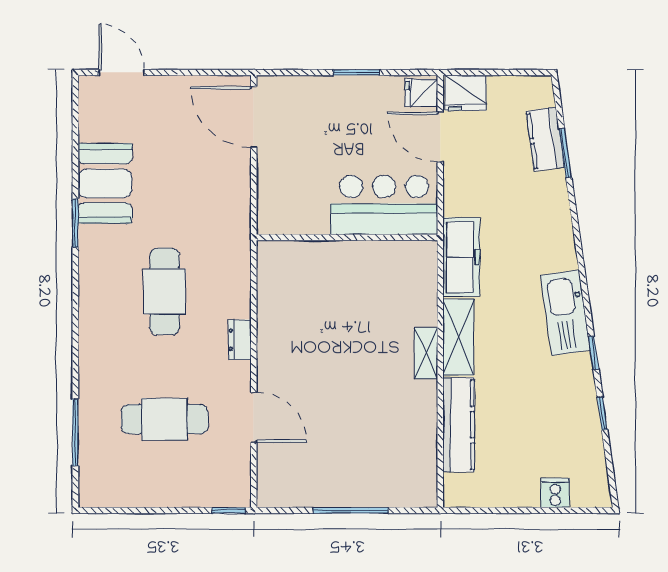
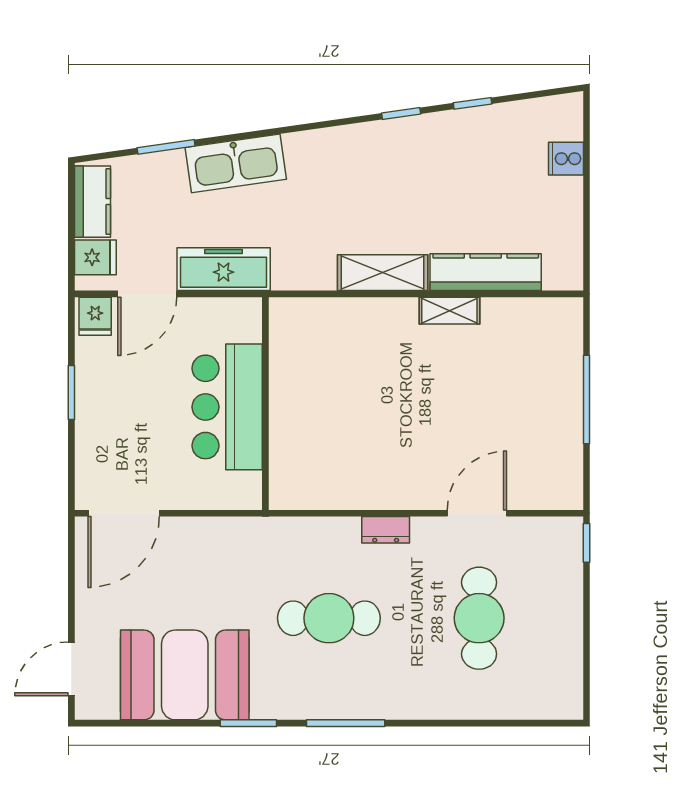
fridge: (466, 93) -> (95, 257), width x0.72
kitchen counter: (545, 139) -> (92, 202), moved, turned -82
booth: (105, 183) -> (185, 675), width x1.36, depth x1.42
bar counter: (384, 205) -> (227, 407), moved
freezer: (461, 257) -> (224, 269), moved
kitchen sink: (565, 313) -> (236, 163), moved
shelving: (426, 353) -> (449, 311), moved
window: (75, 432) -> (346, 723), moved

